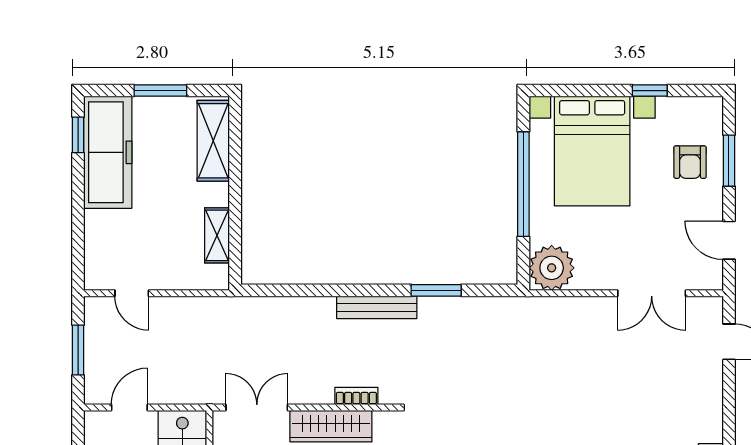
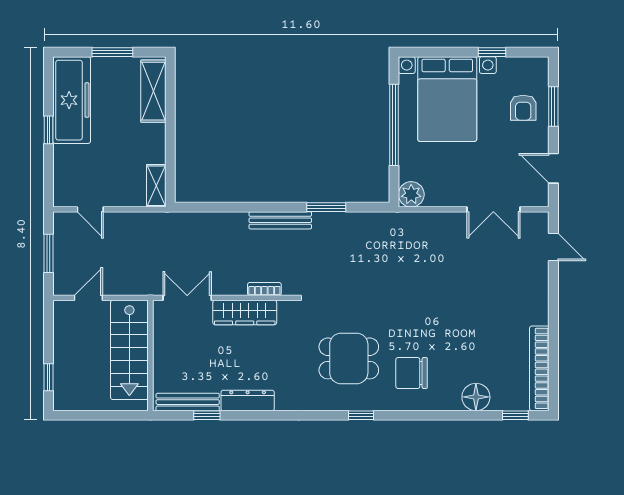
window: (78, 135) -> (49, 130), moved
shelving: (217, 235) -> (156, 186), moved
plant: (552, 268) -> (411, 194), width x0.73, depth x0.73

